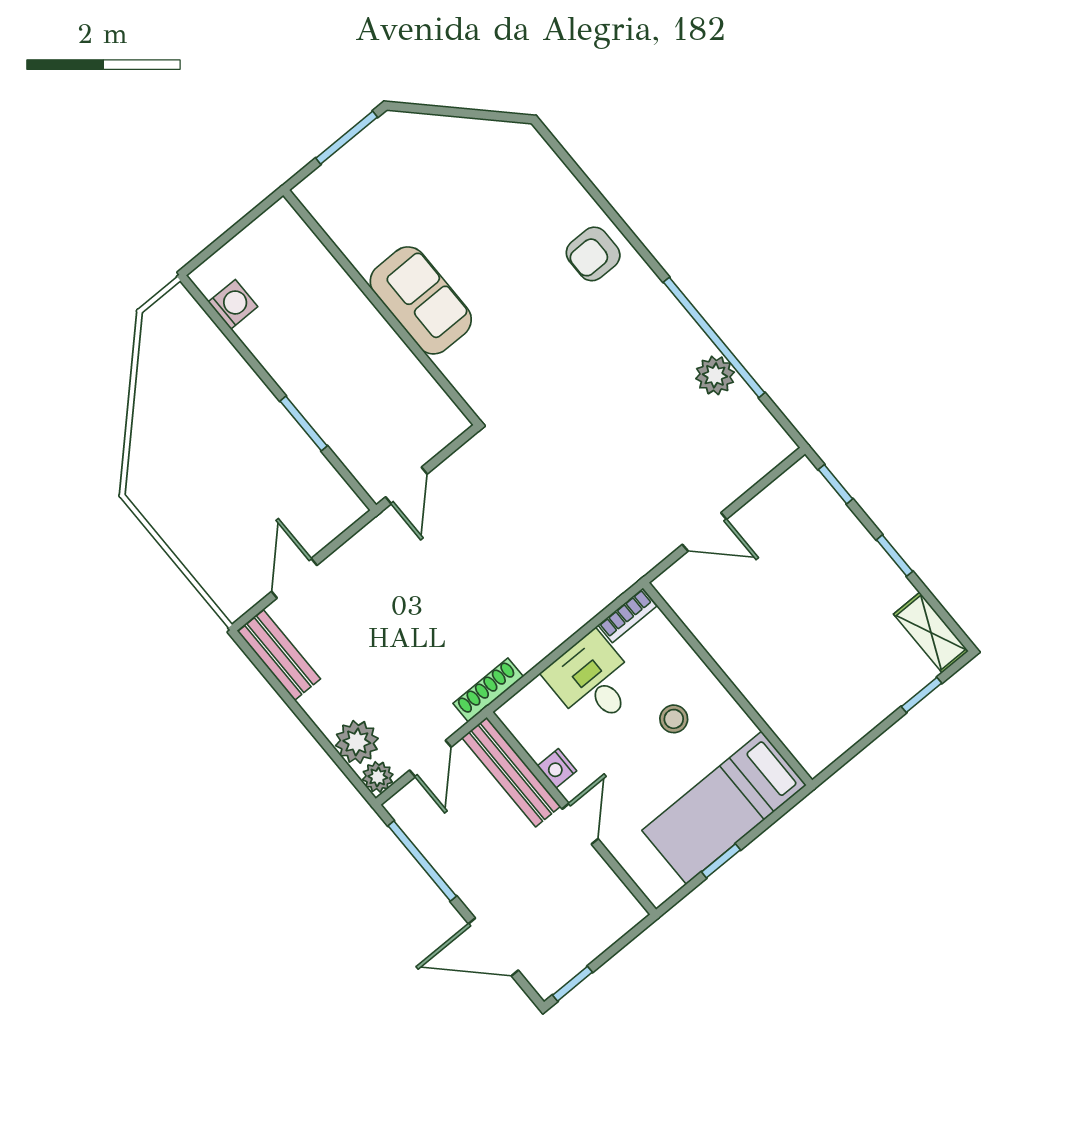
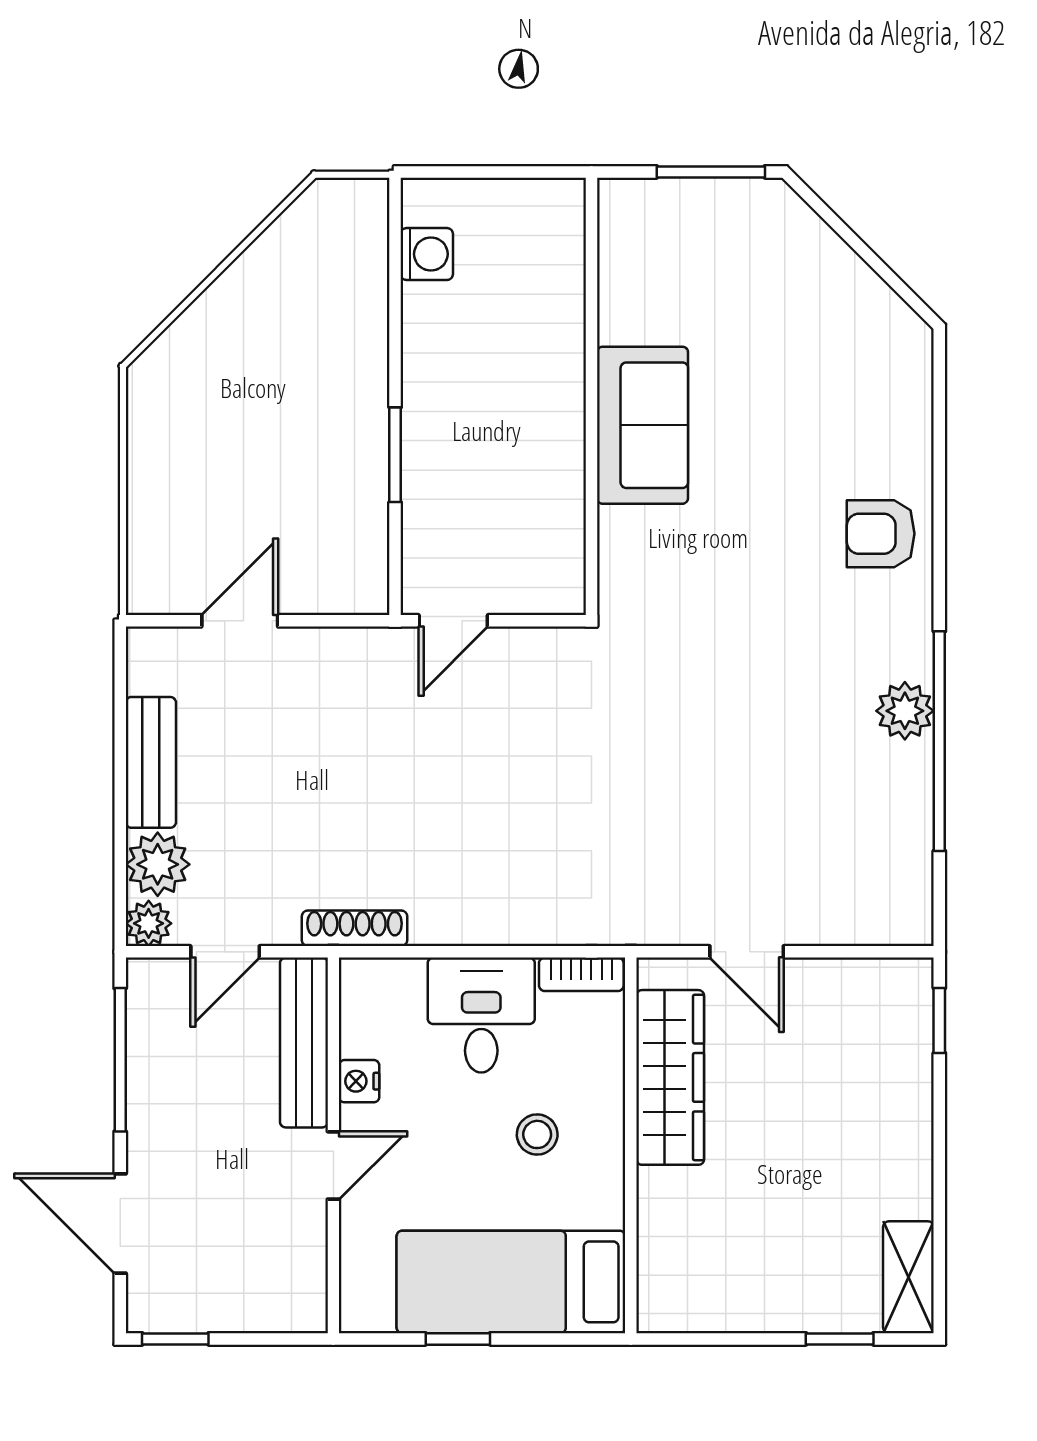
plant: (715, 375) -> (905, 711), moved
window: (895, 556) -> (939, 1156), removed
wardrobe: (719, 631) -> (670, 1077), added
bench: (279, 655) -> (151, 762), moved

